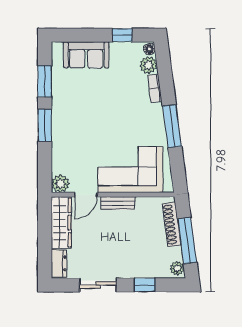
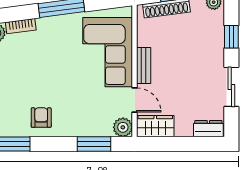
armchair: (69, 107) -> (41, 118), added
window: (45, 125) -> (94, 144), moved
wardrobe: (61, 223) -> (155, 126), width x0.67

